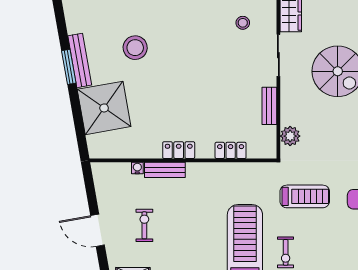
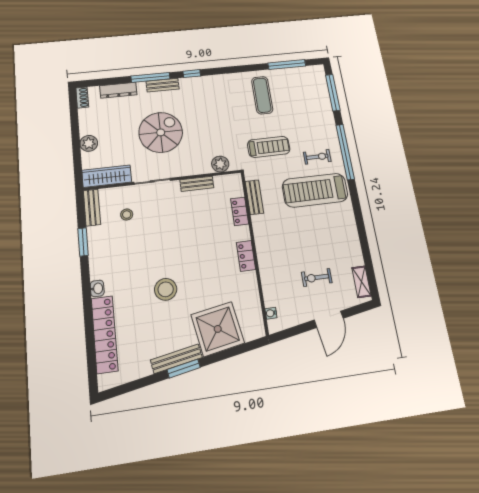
stool: (135, 48) -> (166, 289), moved
water cooler: (137, 168) -> (271, 313), moved
bench: (165, 170) -> (254, 197), moved
treadmill: (305, 196) -> (269, 147), turned 90

